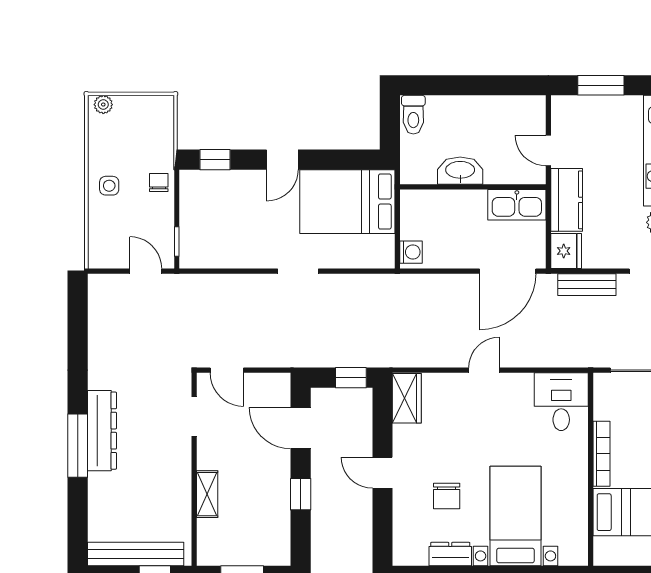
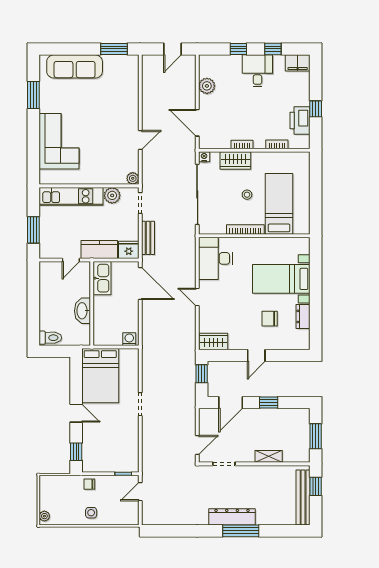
desk: (561, 402) -> (215, 258), width x1.37
chair: (447, 496) -> (270, 319), turned 180

